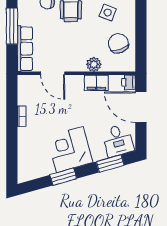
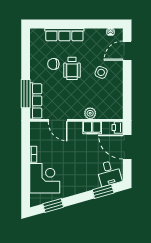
window: (12, 26) -> (26, 94), moved
chair: (118, 43) -> (109, 97), removed
corner desk: (70, 150) -> (45, 178), moved, turned 106
window: (63, 177) -> (53, 205), moved

